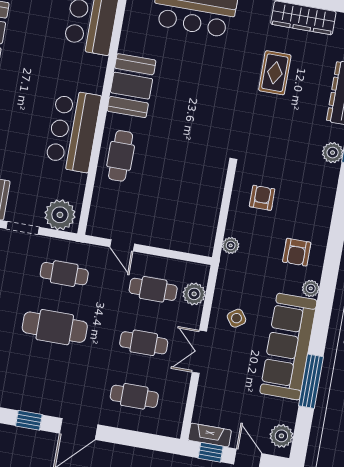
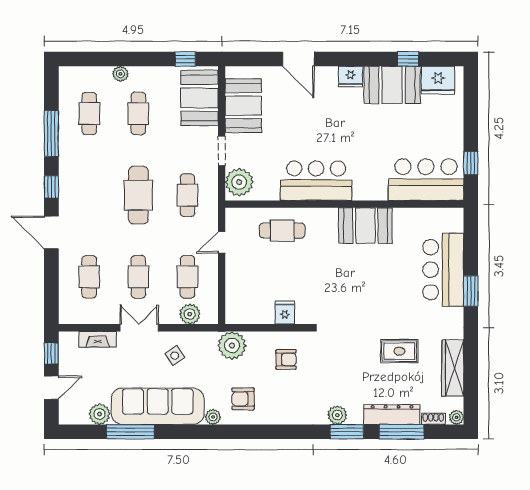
cafe table: (121, 156) -> (282, 231), moved
fridge: (211, 190) -> (285, 313), added
plant: (231, 245) -> (232, 345), width x1.87, depth x1.87
fireplace: (210, 435) -> (98, 339), moved, turned 90
plant: (281, 436) -> (99, 414), moved

